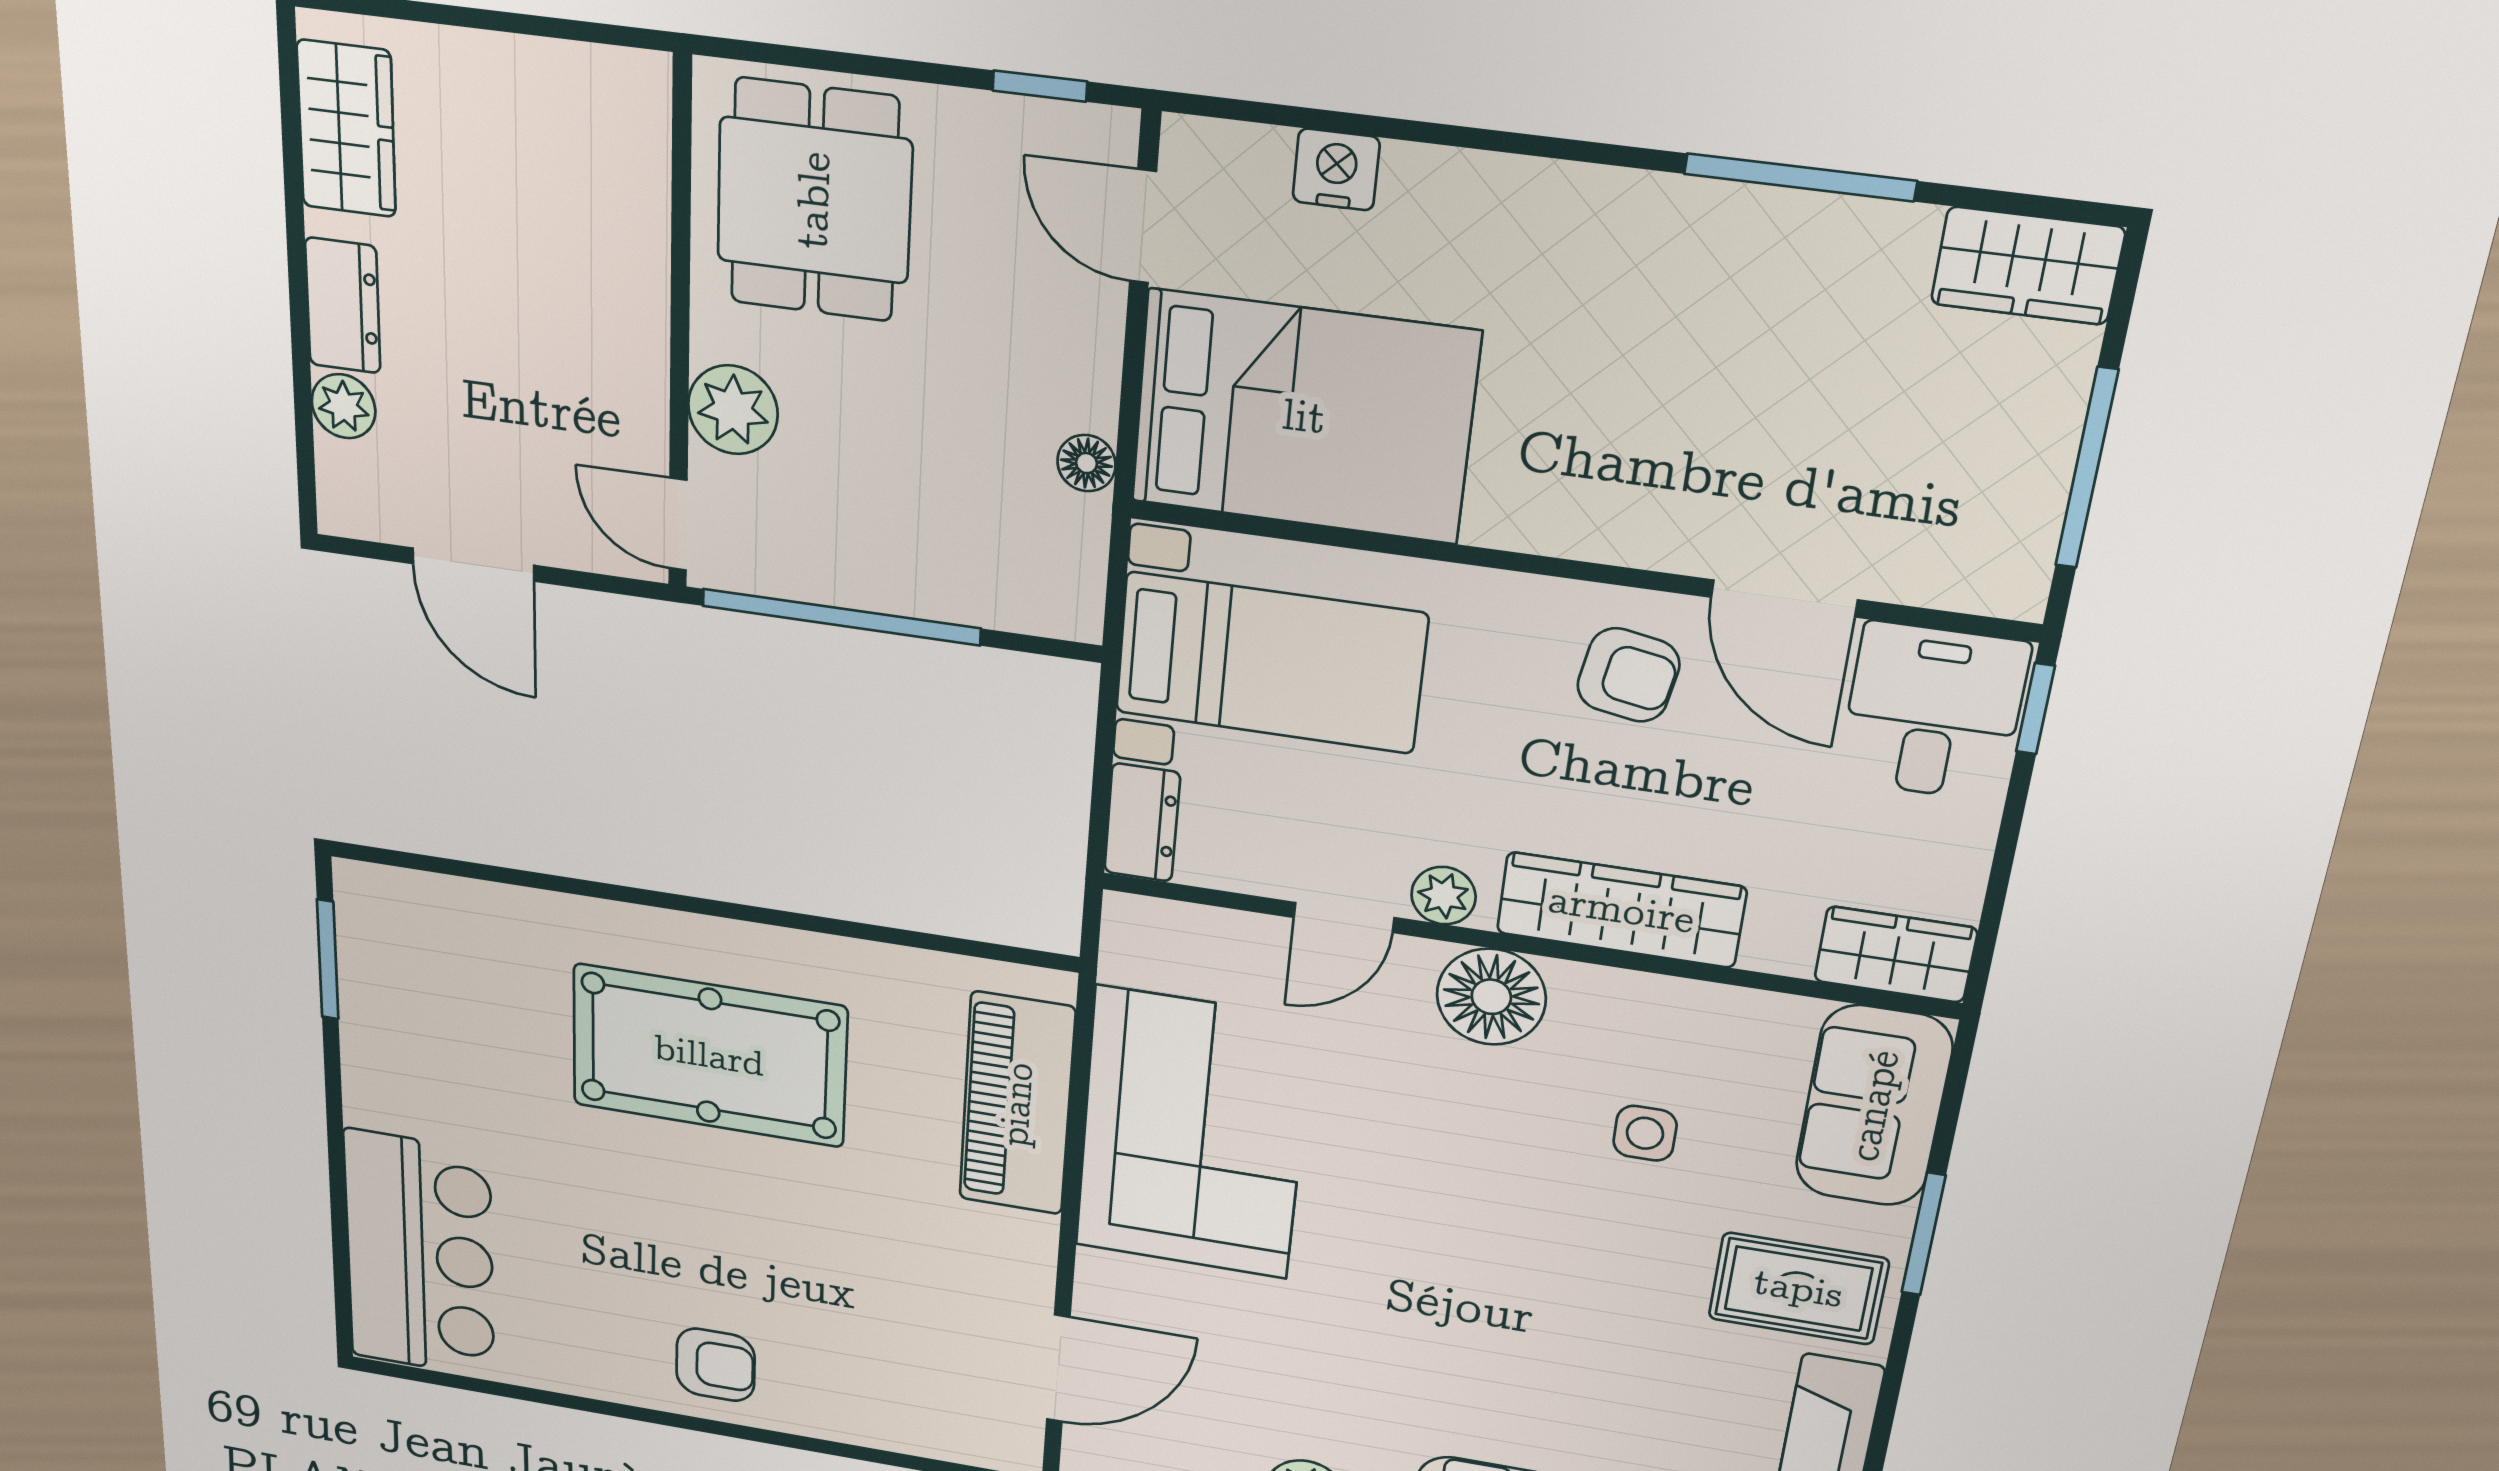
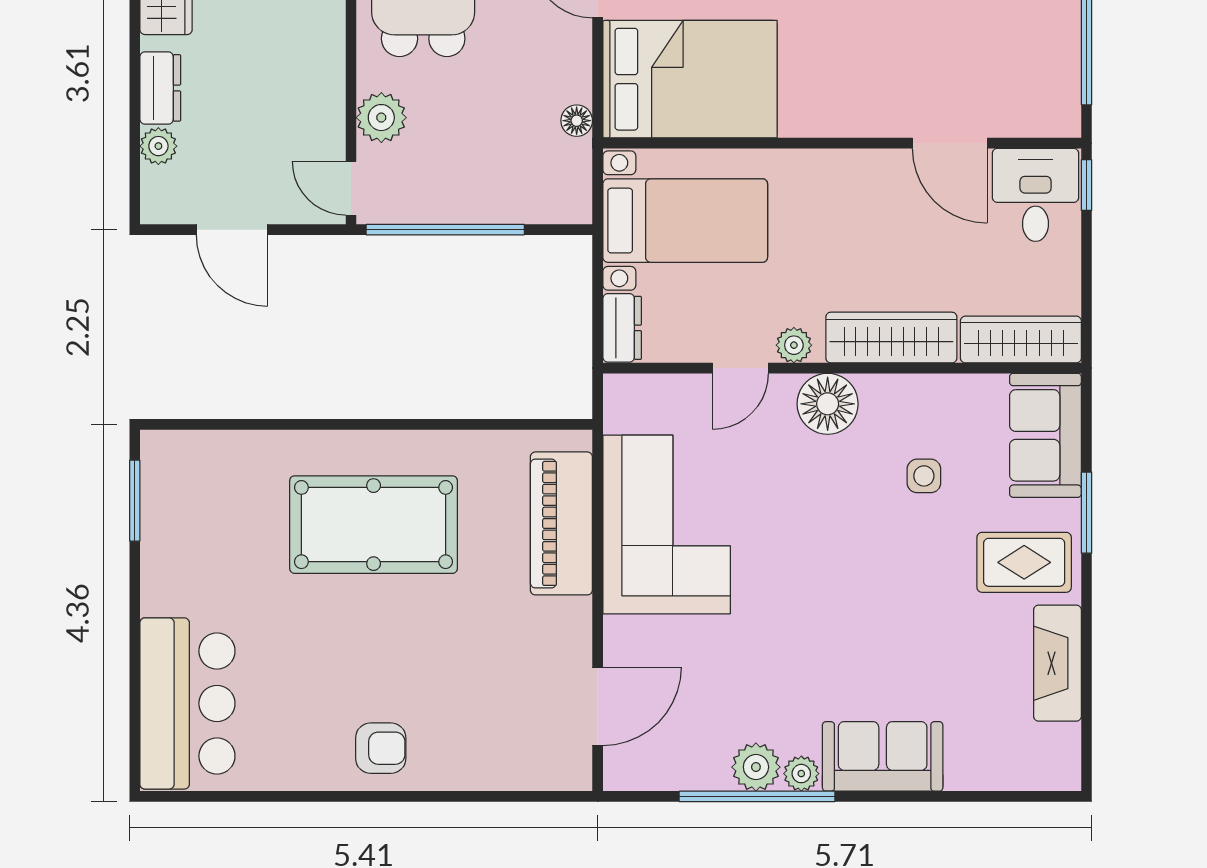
armchair: (1628, 675) -> (876, 198), removed
wardrobe: (1896, 955) -> (1021, 340), width x1.50

